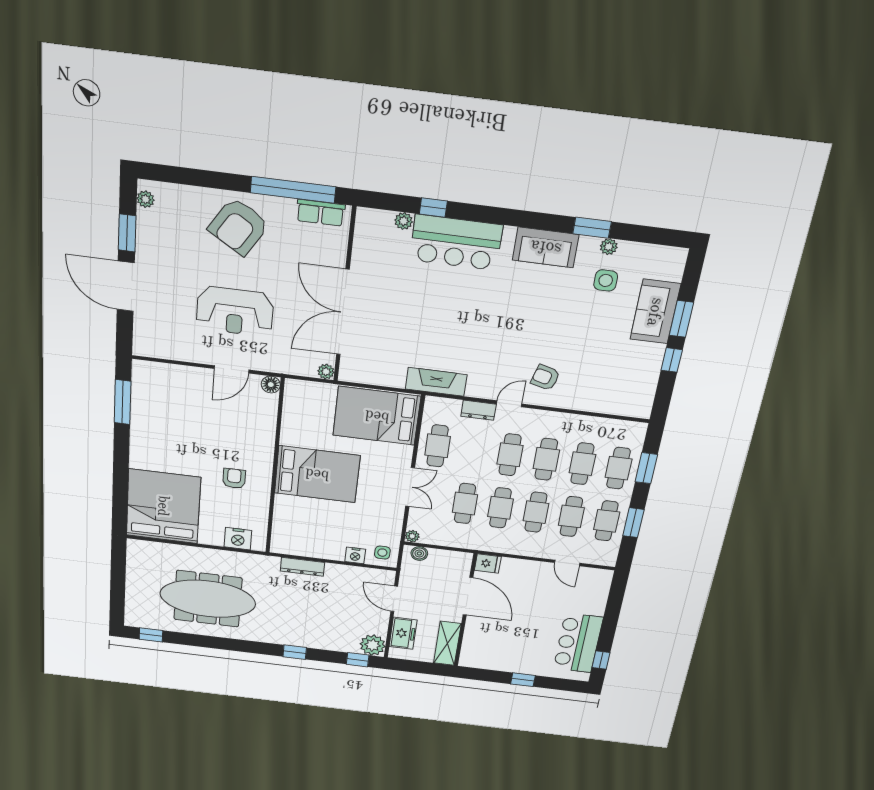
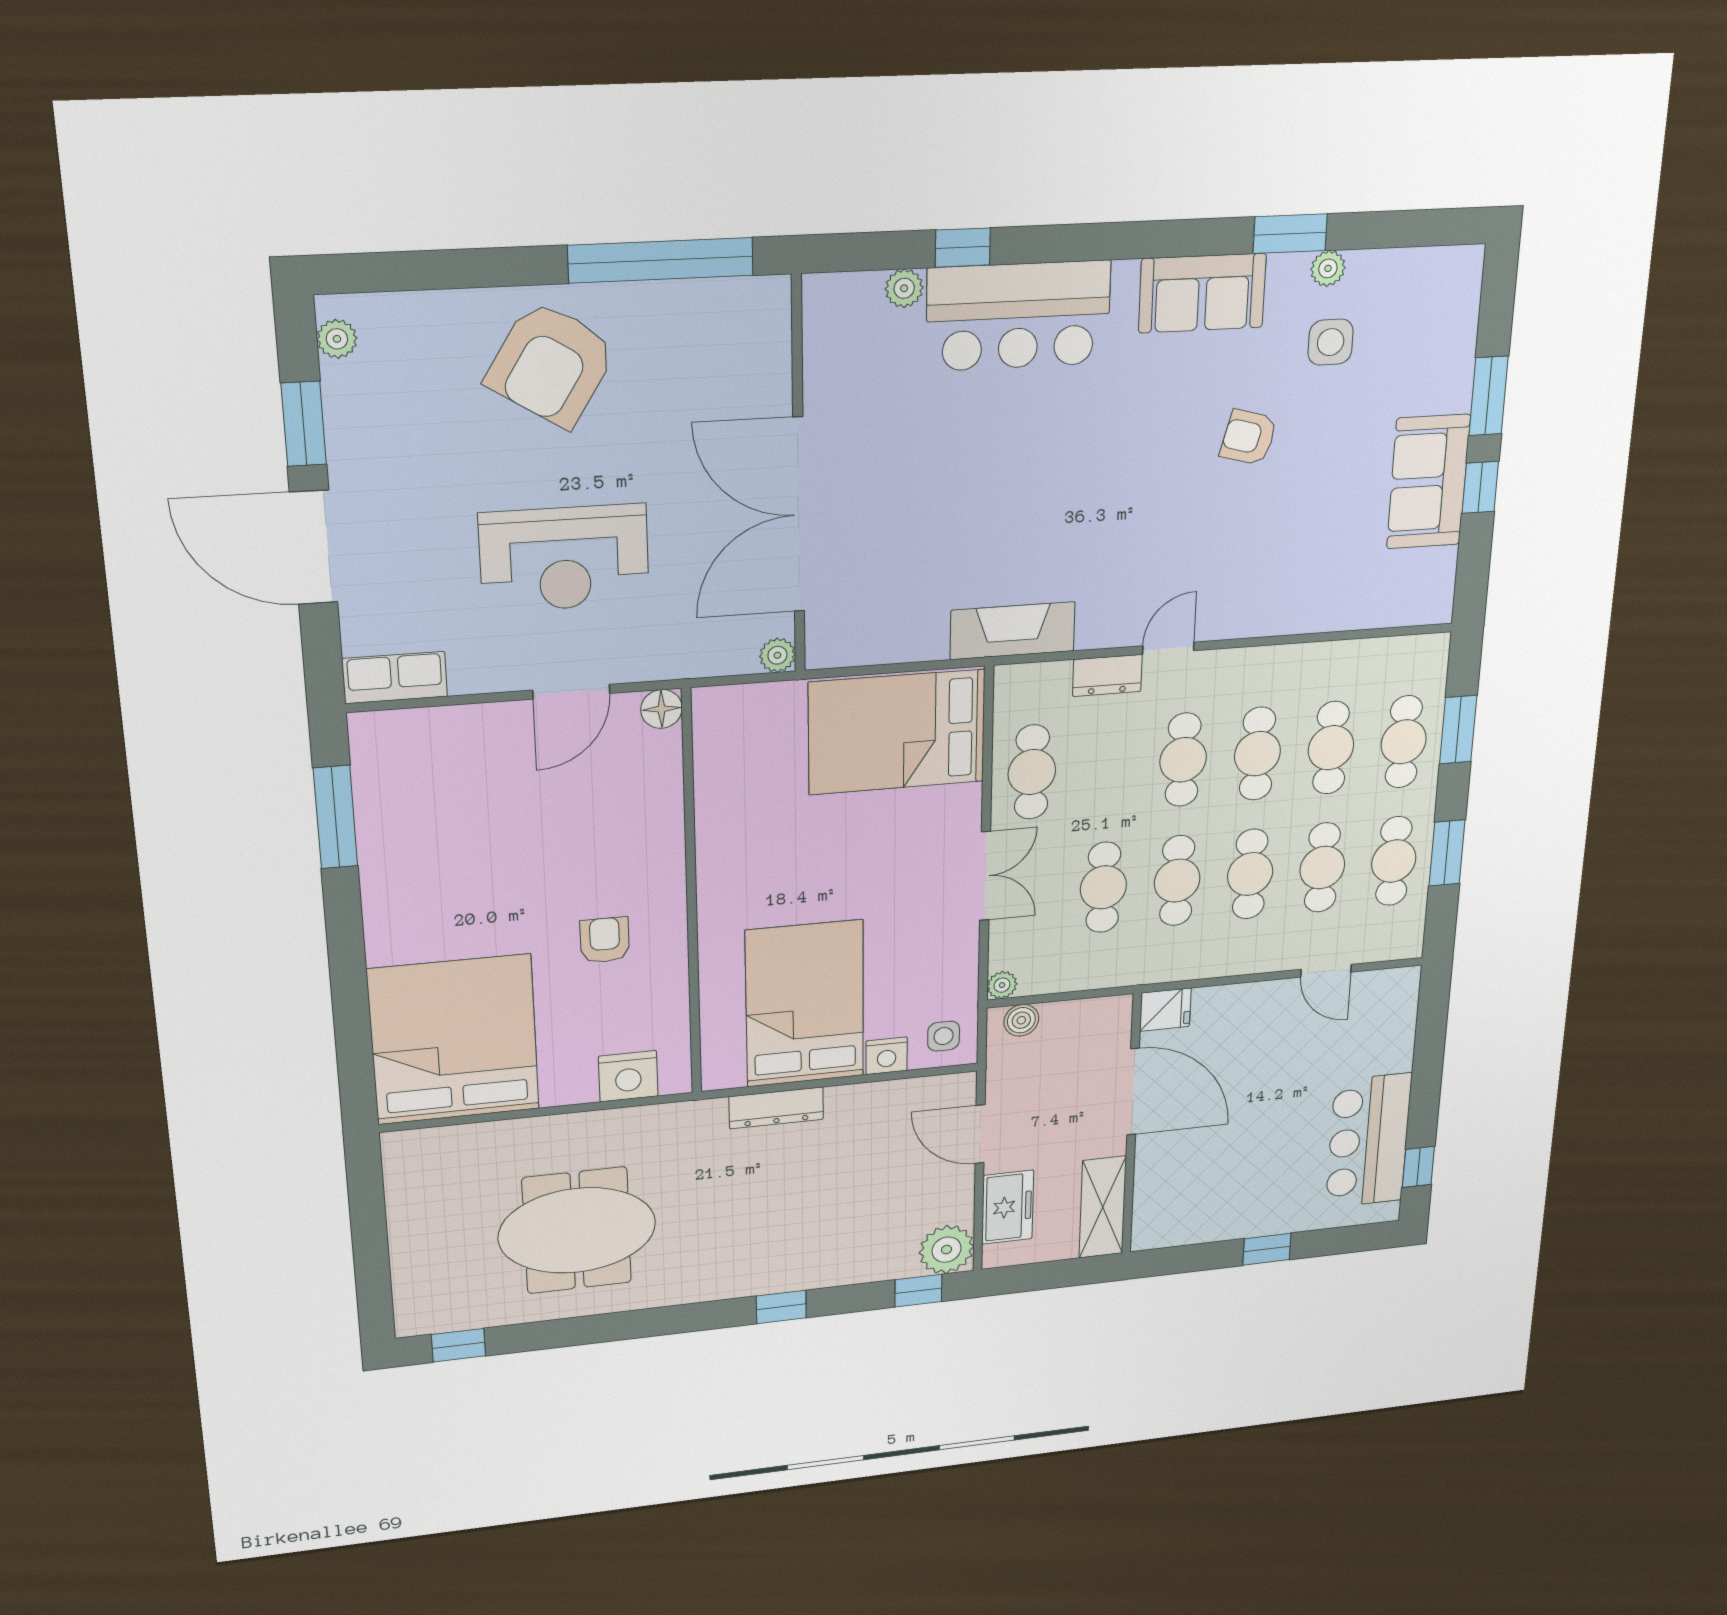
row of seats: (321, 213) -> (395, 678), moved, turned 180
sofa: (655, 312) -> (1428, 482), moved
armchair: (545, 377) -> (1249, 437), moved
bed: (317, 474) -> (805, 1004), moved, turned -90
meeting table: (208, 599) -> (577, 1230), width x0.73

